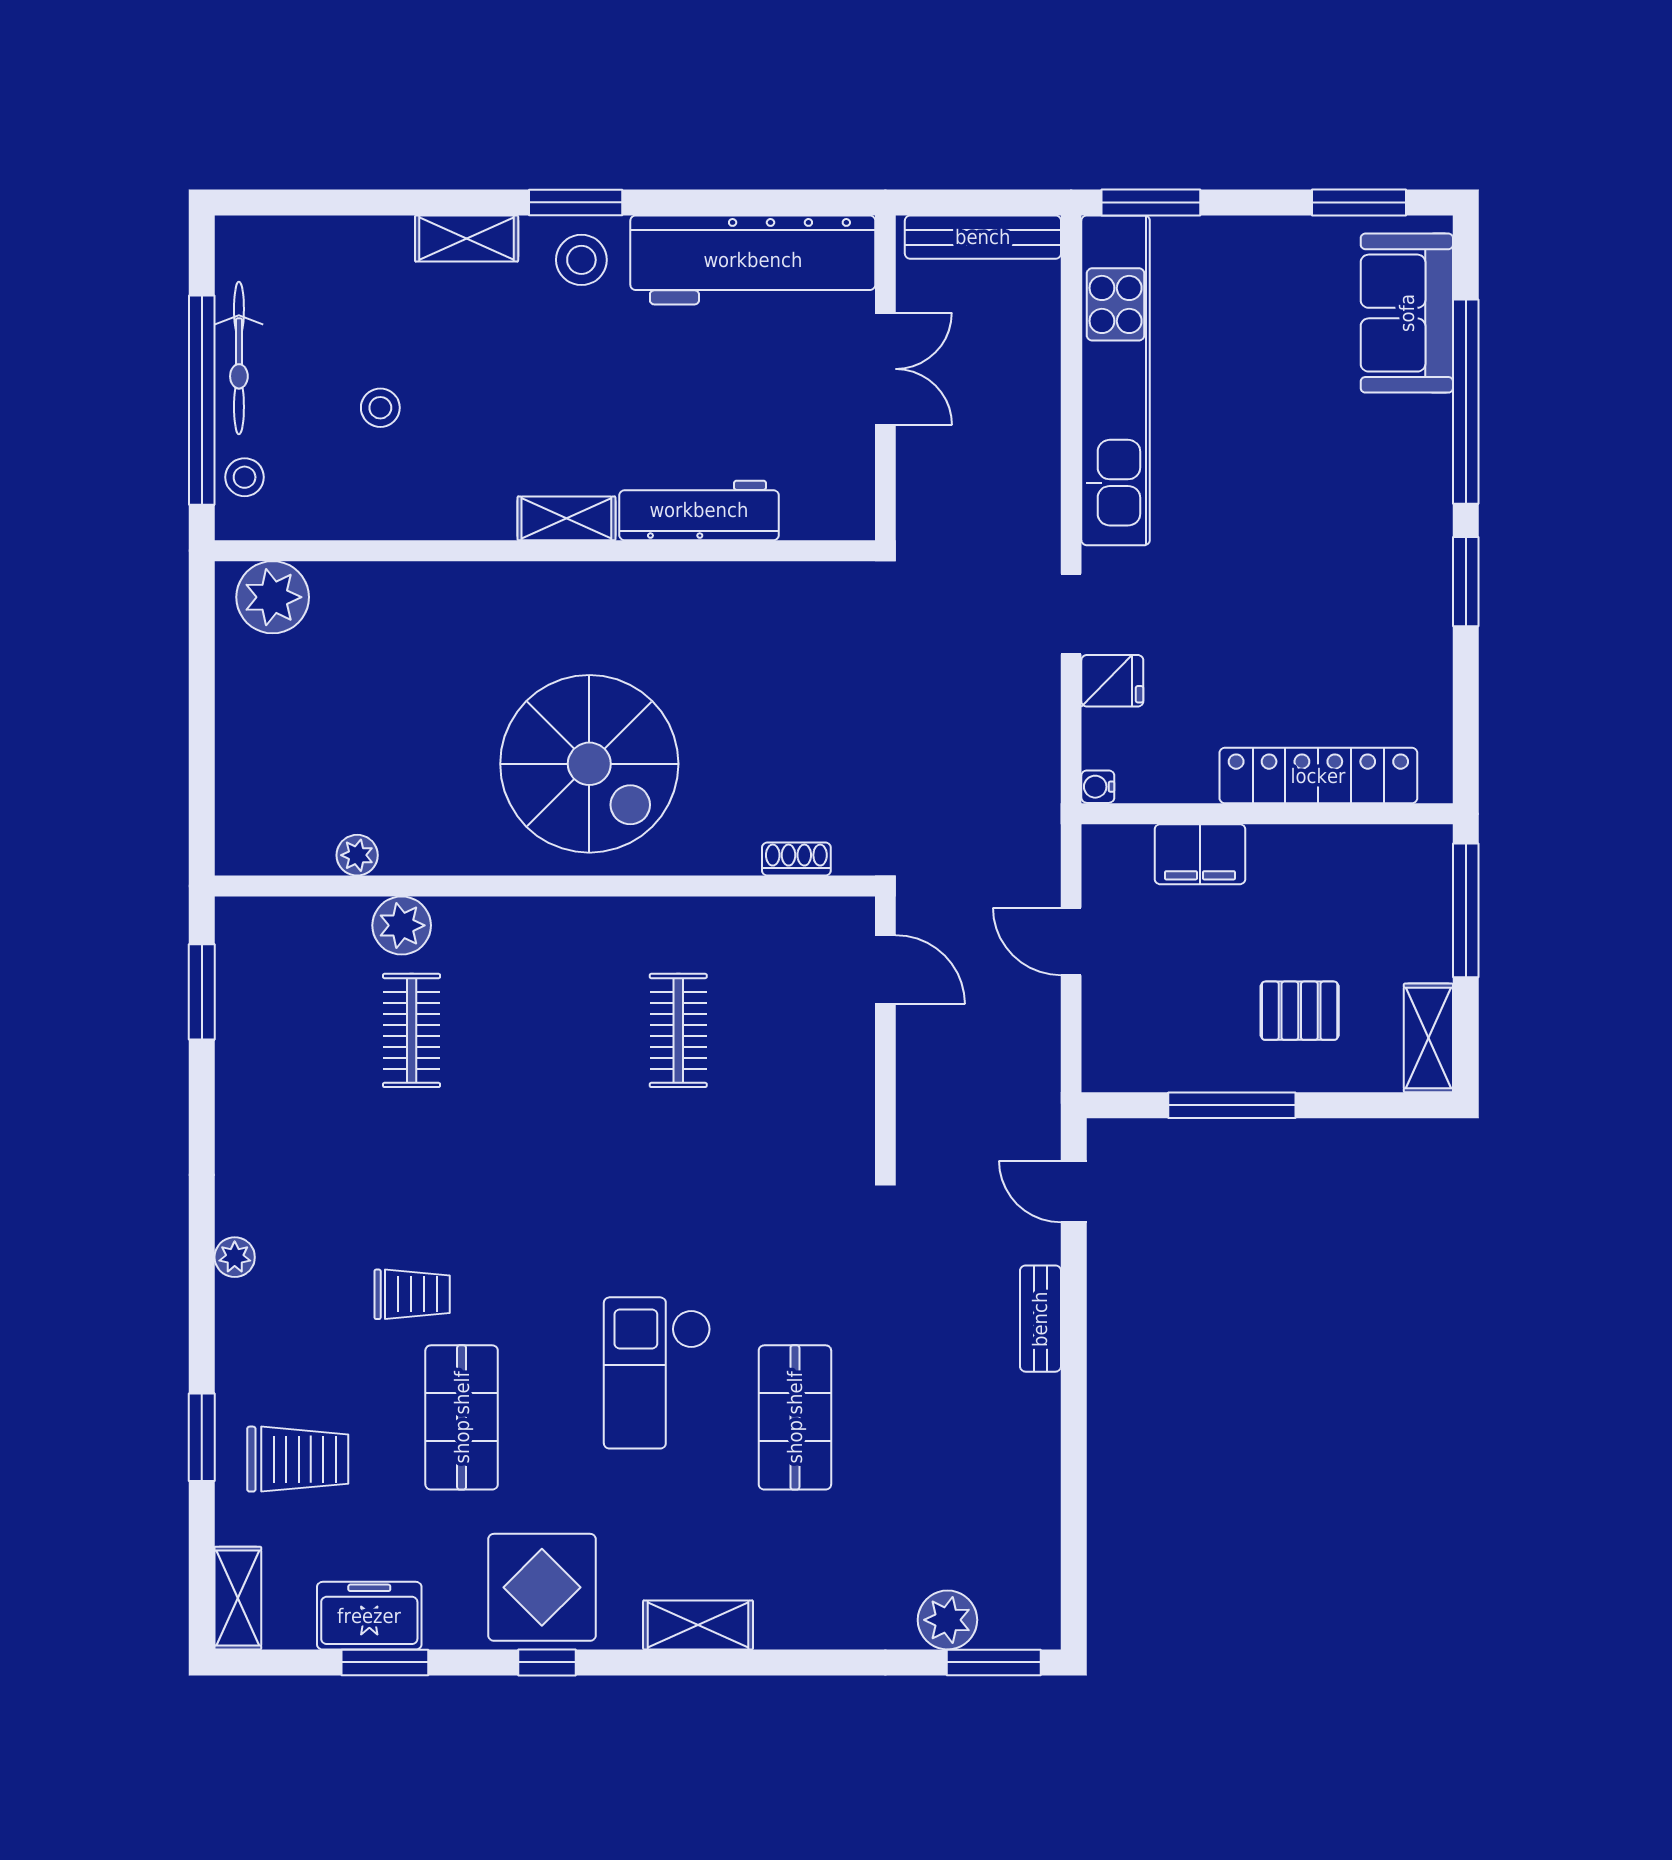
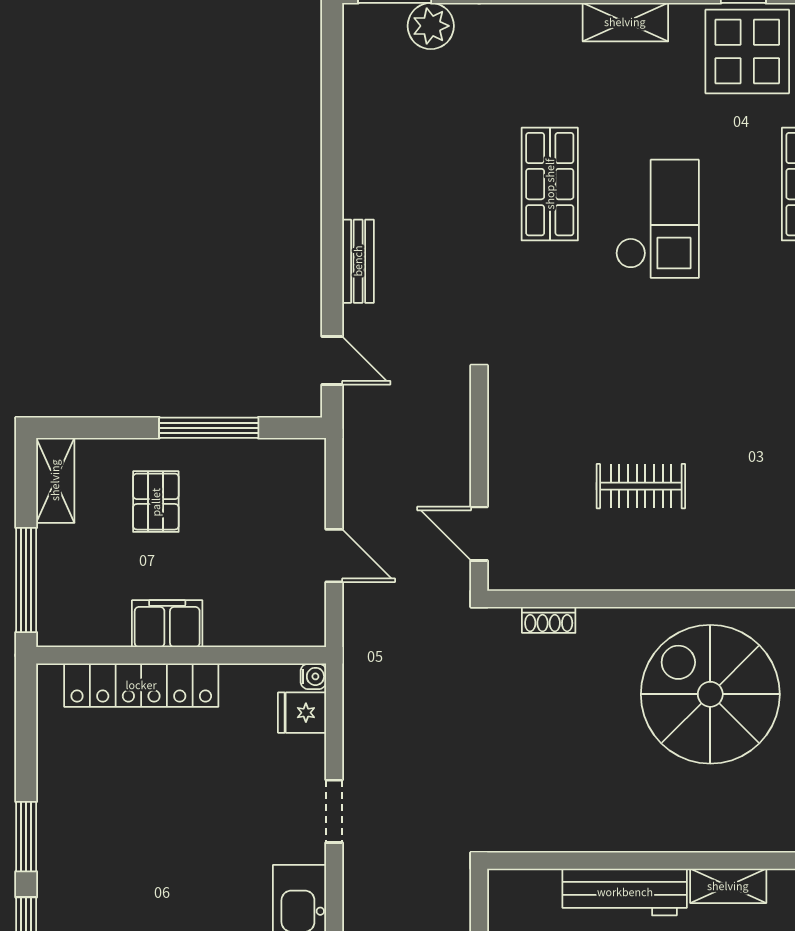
fridge: (1112, 681) -> (302, 713), moved
filing cabinet: (1200, 854) -> (167, 624), moved
pallet: (1300, 1011) -> (156, 502), turned 90
clothes rail: (678, 1030) -> (641, 486), turned 90

